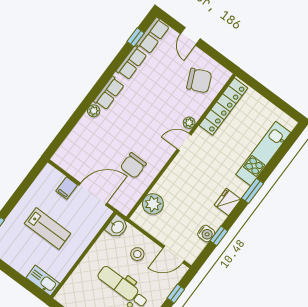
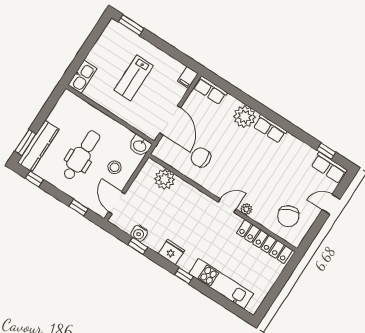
row of seats: (132, 63) -> (210, 90), moved
plant: (94, 111) -> (244, 117), width x1.87, depth x1.87
door: (184, 142) -> (227, 206), hinge flipped
filing cabinet: (67, 188) -> (188, 77), moved, turned -90
window: (253, 191) -> (184, 276), width x0.67

